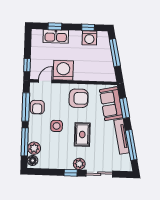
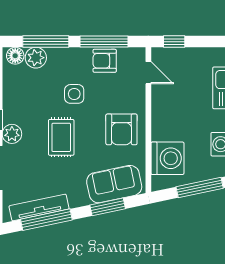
washing machine: (63, 70) -> (167, 158), moved
rug: (82, 134) -> (61, 137), turned 90
tv unit: (122, 137) -> (39, 207), moved

